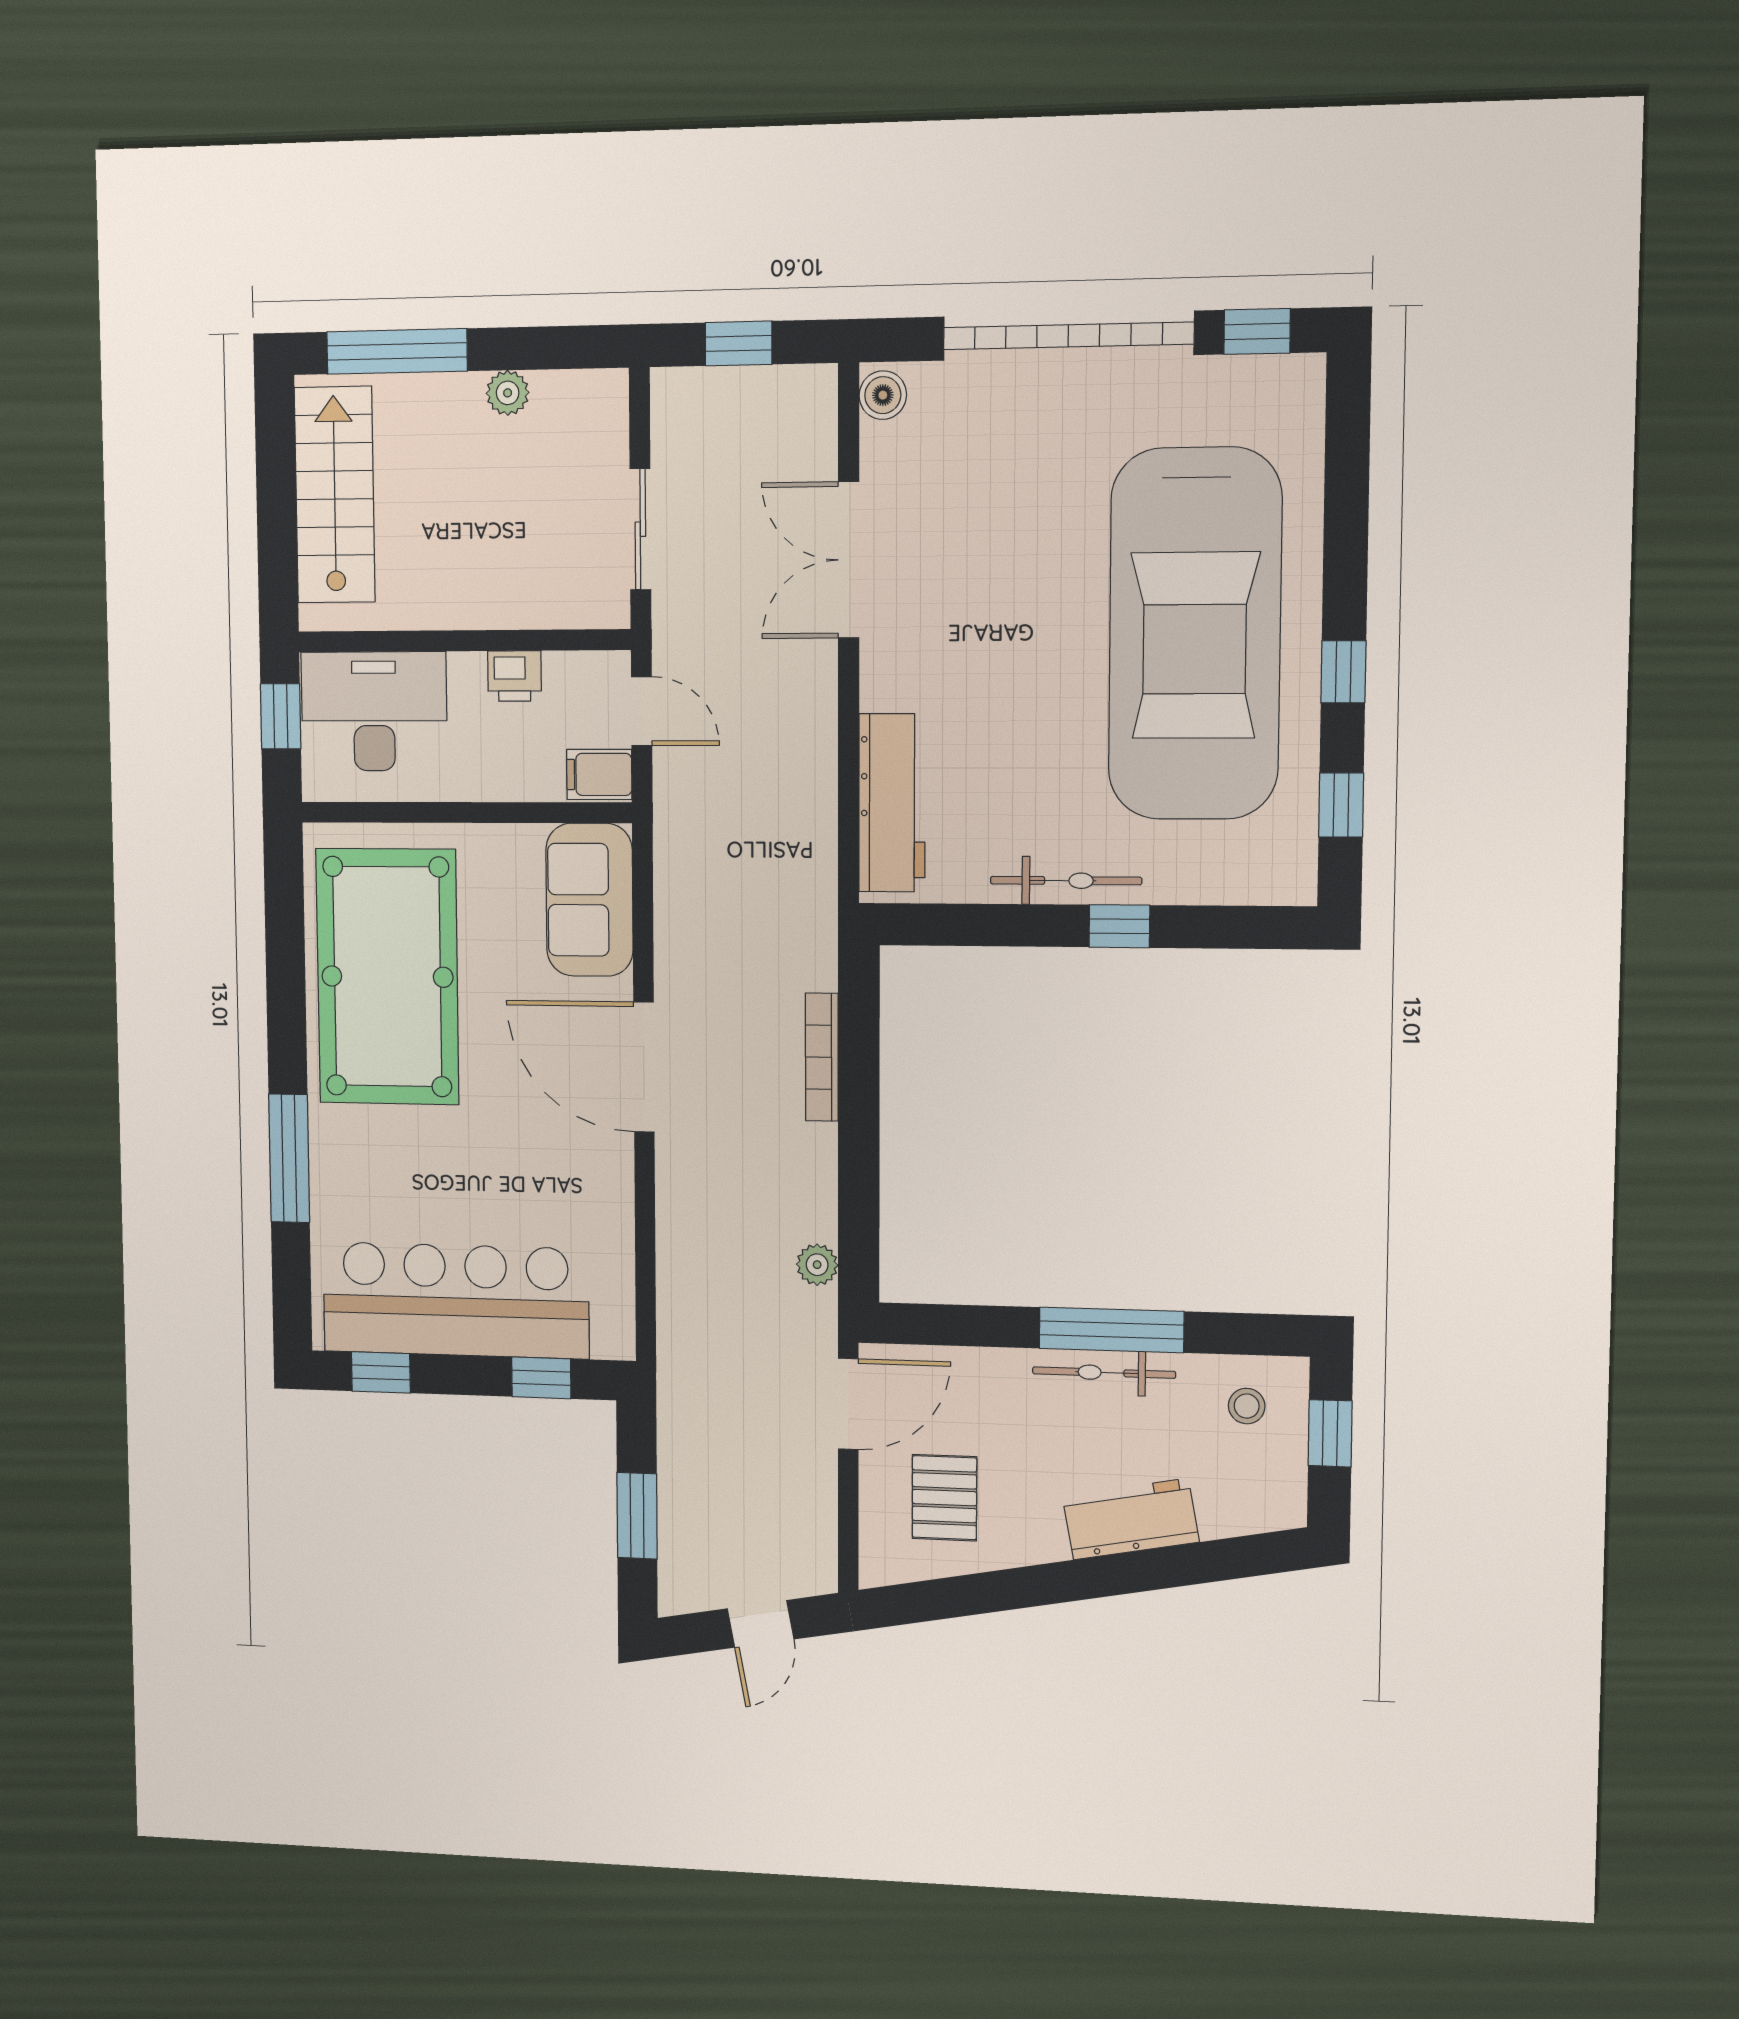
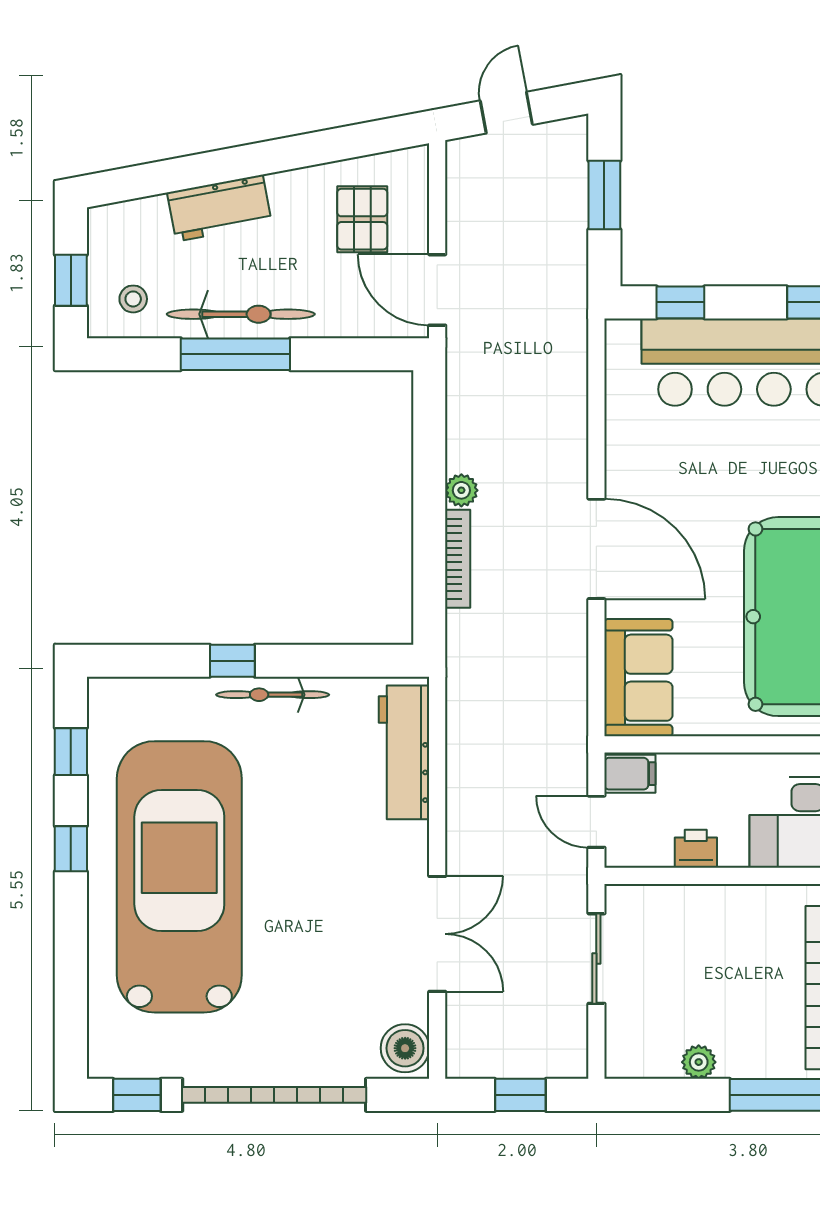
boiler: (883, 395) -> (405, 1048), width x1.36, depth x1.36
plant: (817, 1265) -> (461, 490), moved
bicycle: (1104, 1373) -> (241, 314), width x1.37, depth x1.40
door: (848, 1404) -> (437, 290), hinge flipped

